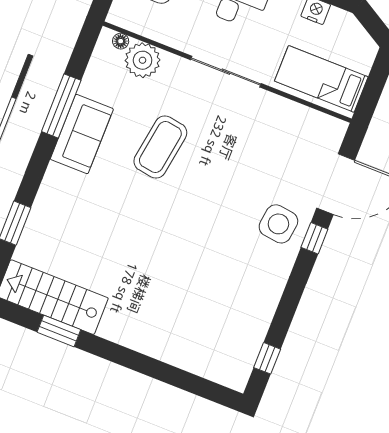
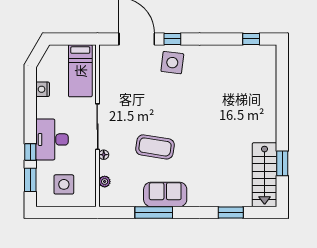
floor lamp: (121, 41) -> (104, 155), moved
plant: (143, 60) -> (105, 182), width x0.53, depth x0.53

